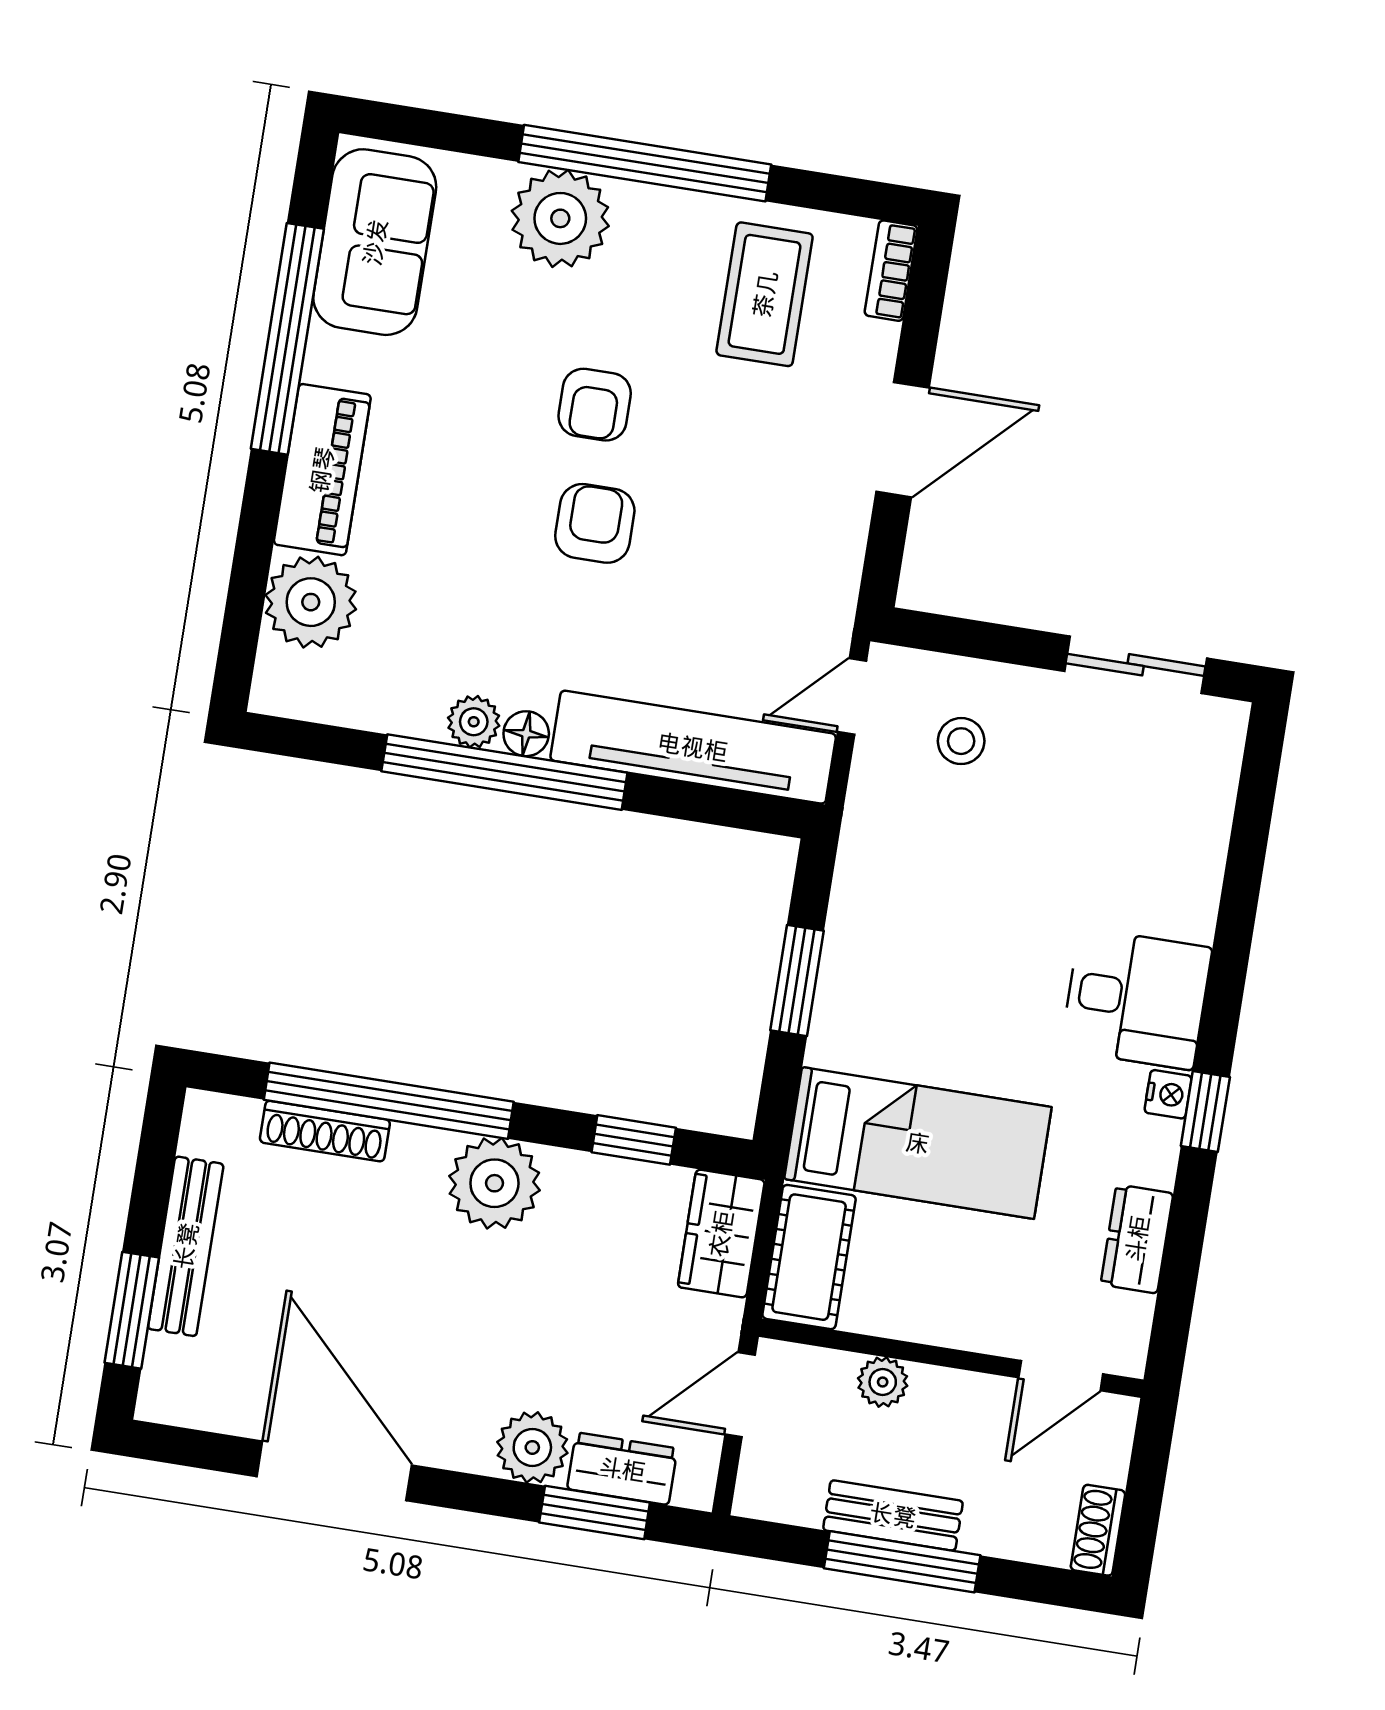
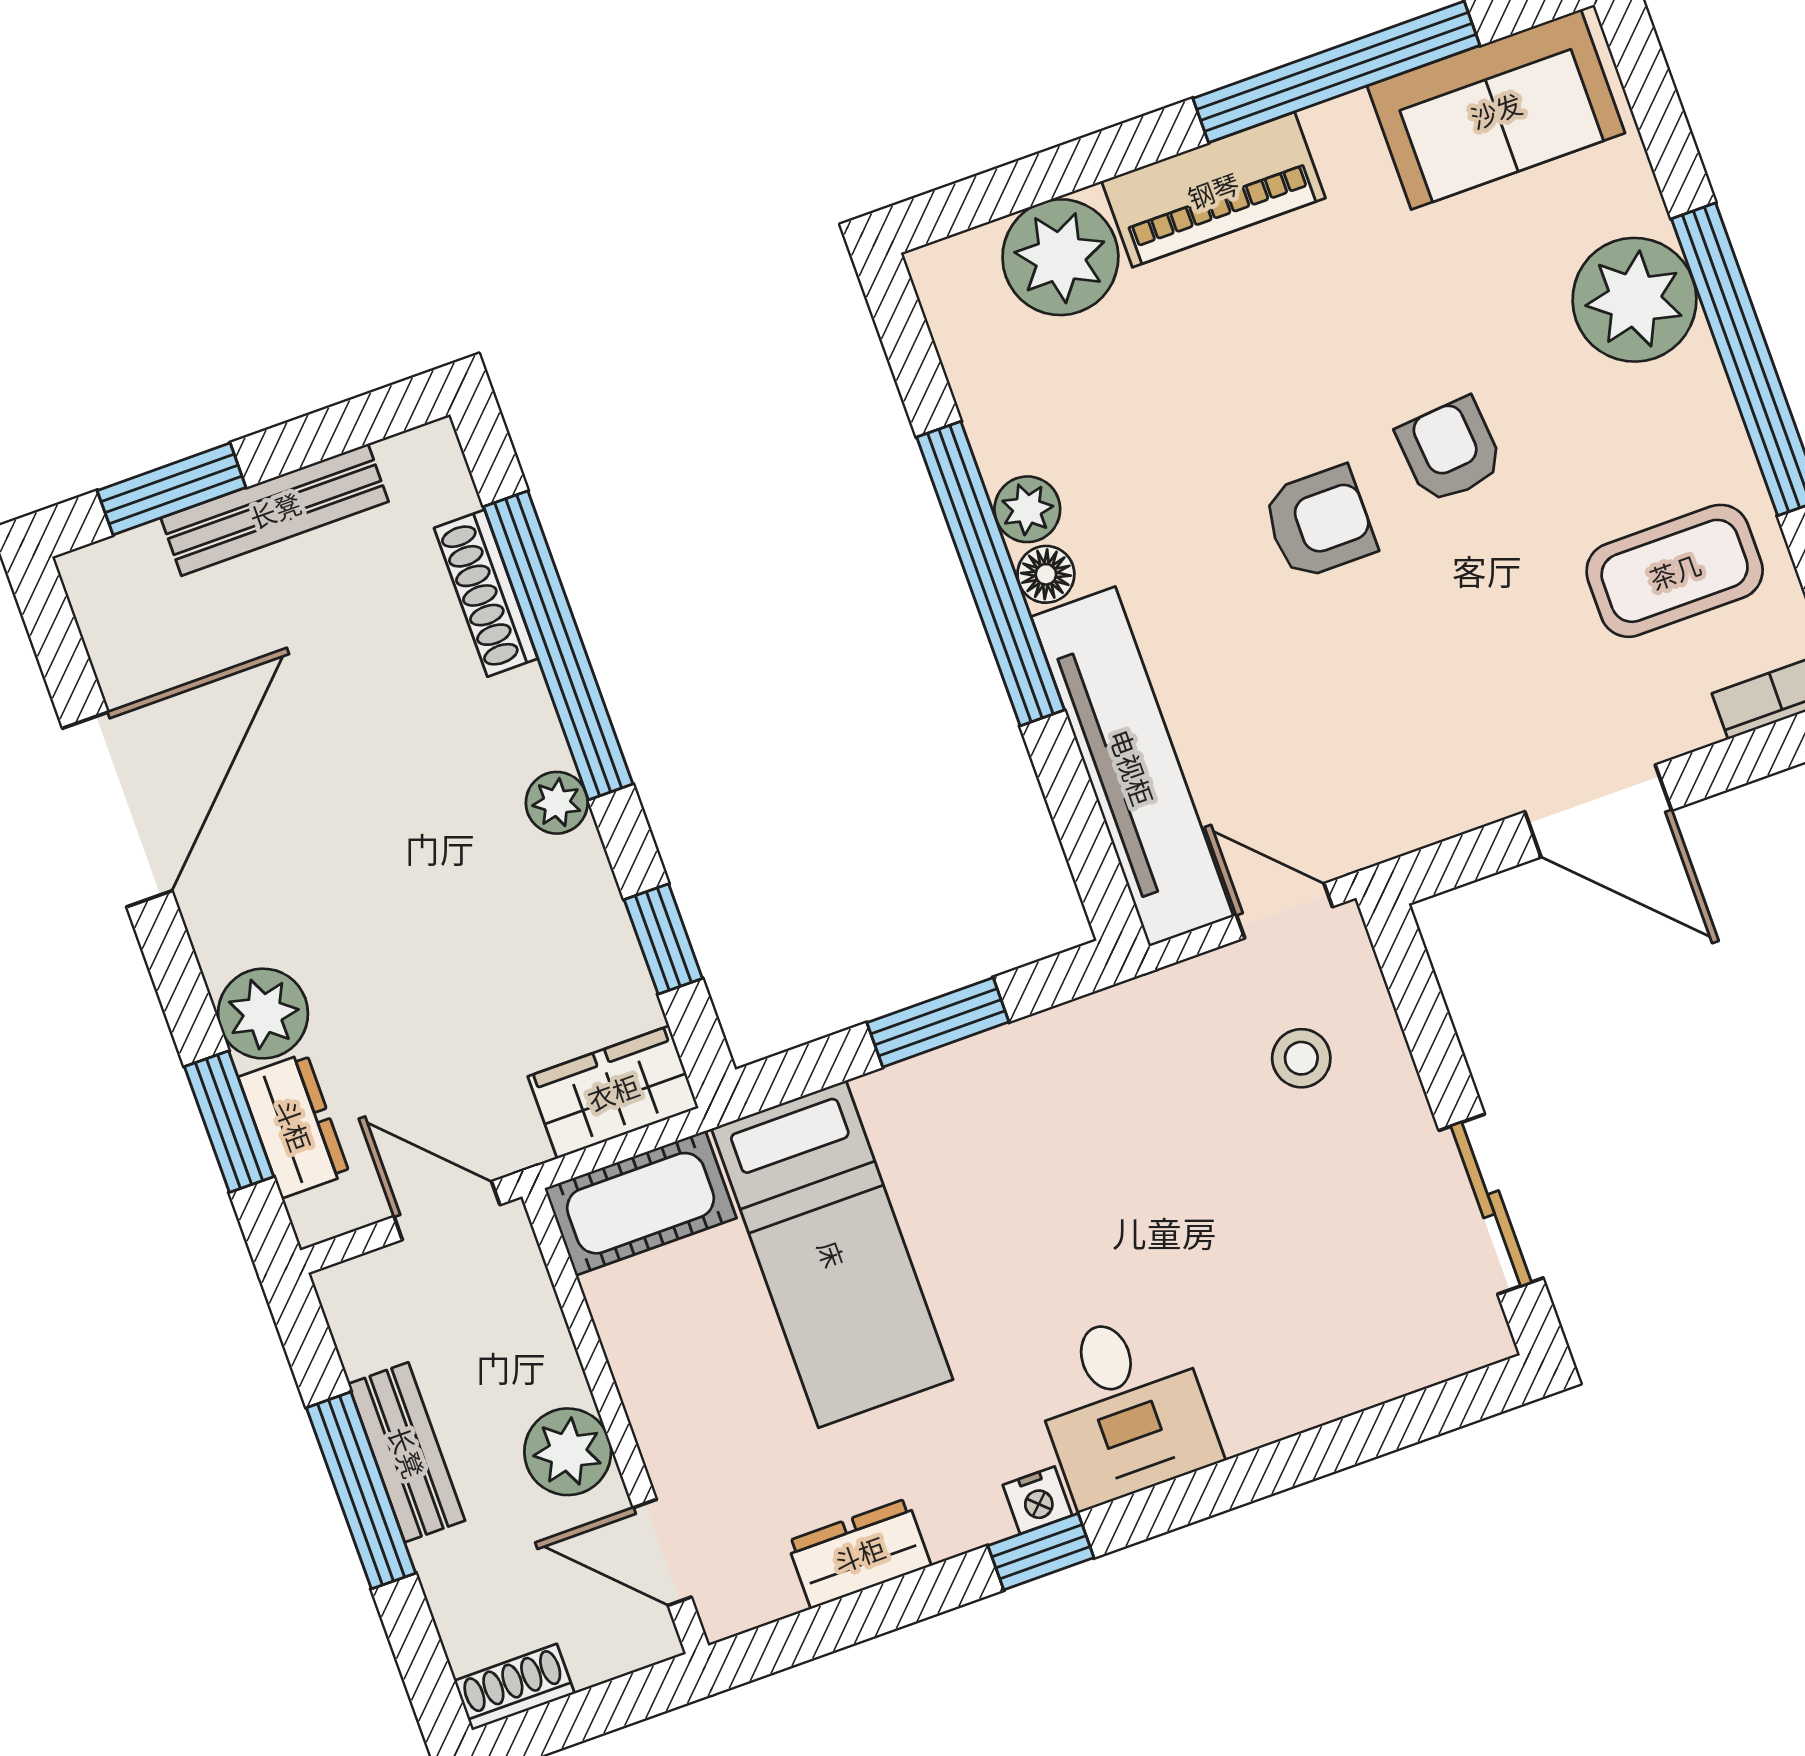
armchair: (595, 405) -> (1450, 450), turned 85
plant: (494, 1183) -> (557, 803), width x0.53, depth x0.53
plant: (883, 1382) -> (568, 1452), moved, width x1.38, depth x1.38

